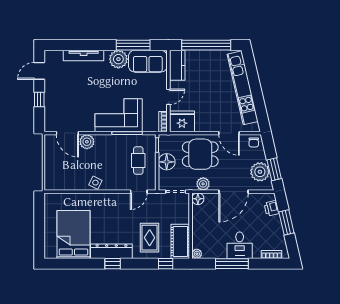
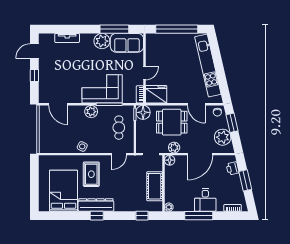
tv unit: (84, 55) -> (67, 38), width x0.71
kitchen counter: (177, 65) -> (152, 46), removed
plant: (87, 142) -> (91, 112), moved
floor lamp: (167, 162) -> (143, 112), moved
window: (274, 169) -> (232, 123), moved
rug: (150, 238) -> (91, 174), moved
cot: (180, 241) -> (155, 186), moved

